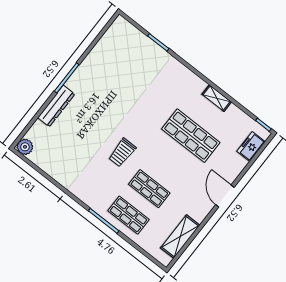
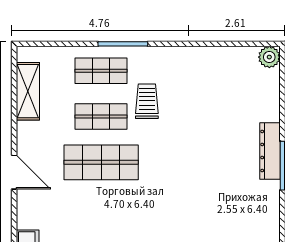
dresser: (56, 106) -> (270, 151), moved
shop shelf: (191, 136) -> (101, 162), moved
trolley: (122, 153) -> (147, 101), moved

